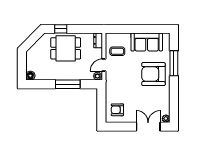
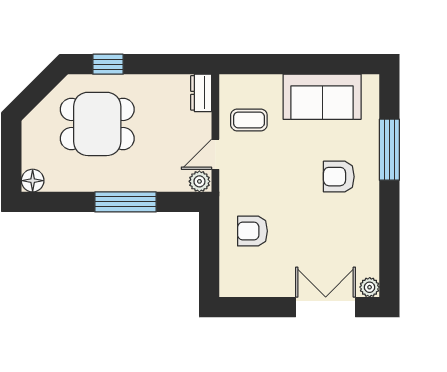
dining table: (66, 48) -> (97, 124), moved
armchair: (153, 74) -> (339, 177), width x0.53, depth x0.53
armchair: (117, 110) -> (252, 231), moved

